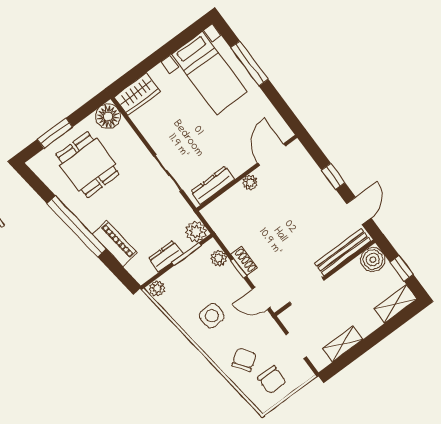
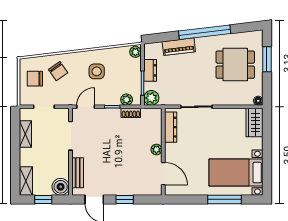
floor lamp: (108, 116) -> (258, 101), width x0.53, depth x0.53
bench: (343, 252) -> (78, 173), width x0.73
shoe rack: (244, 261) -> (131, 113), moved

